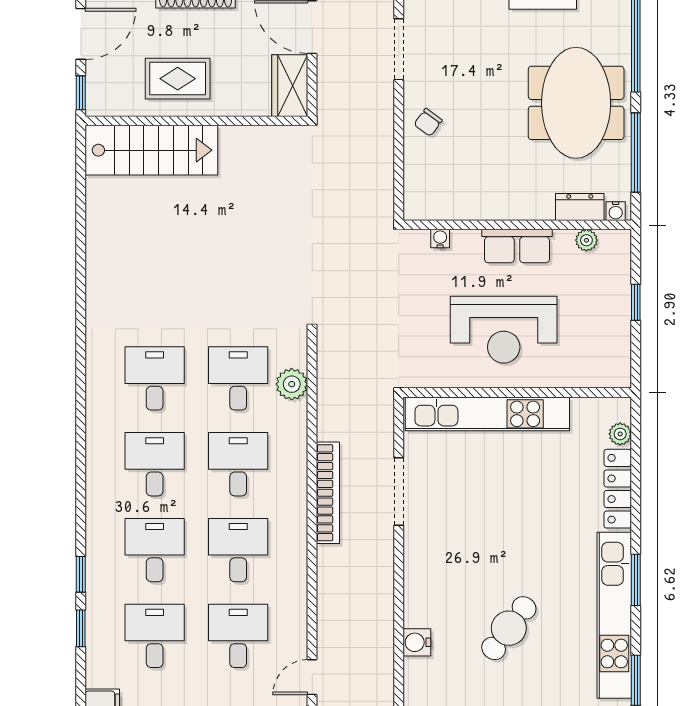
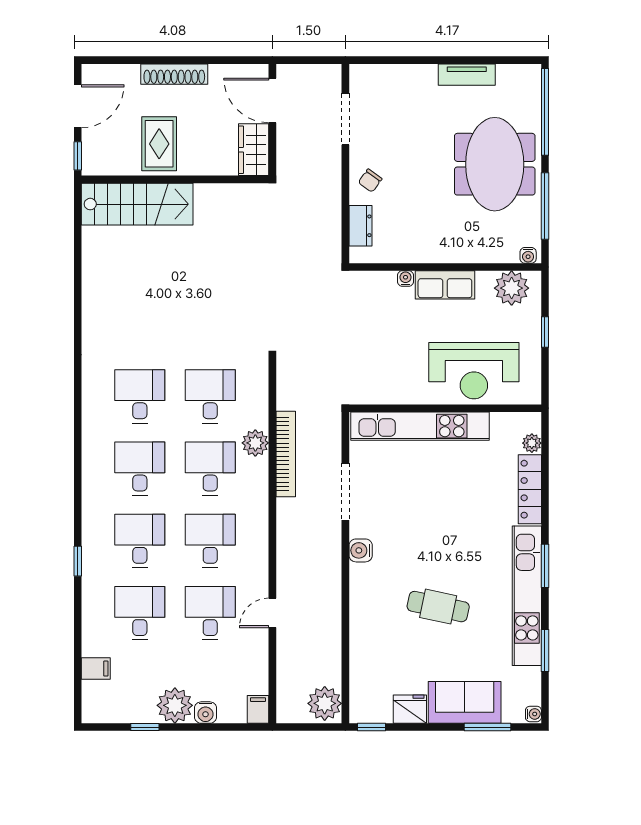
rug: (178, 79) -> (159, 144), turned 90
dresser: (580, 207) -> (360, 226), moved, turned 90
water cooler: (440, 239) -> (406, 279), moved
plant: (586, 240) -> (512, 288), width x1.88, depth x1.88
reception desk: (504, 330) -> (474, 371), moved
plant: (292, 384) -> (255, 443), moved
bookcase: (328, 493) -> (286, 454), moved
window: (81, 628) -> (78, 607), removed
cafe table: (509, 628) -> (438, 607), turned 65
water cooler: (417, 642) -> (361, 550), moved
door: (312, 677) -> (272, 613), moved

